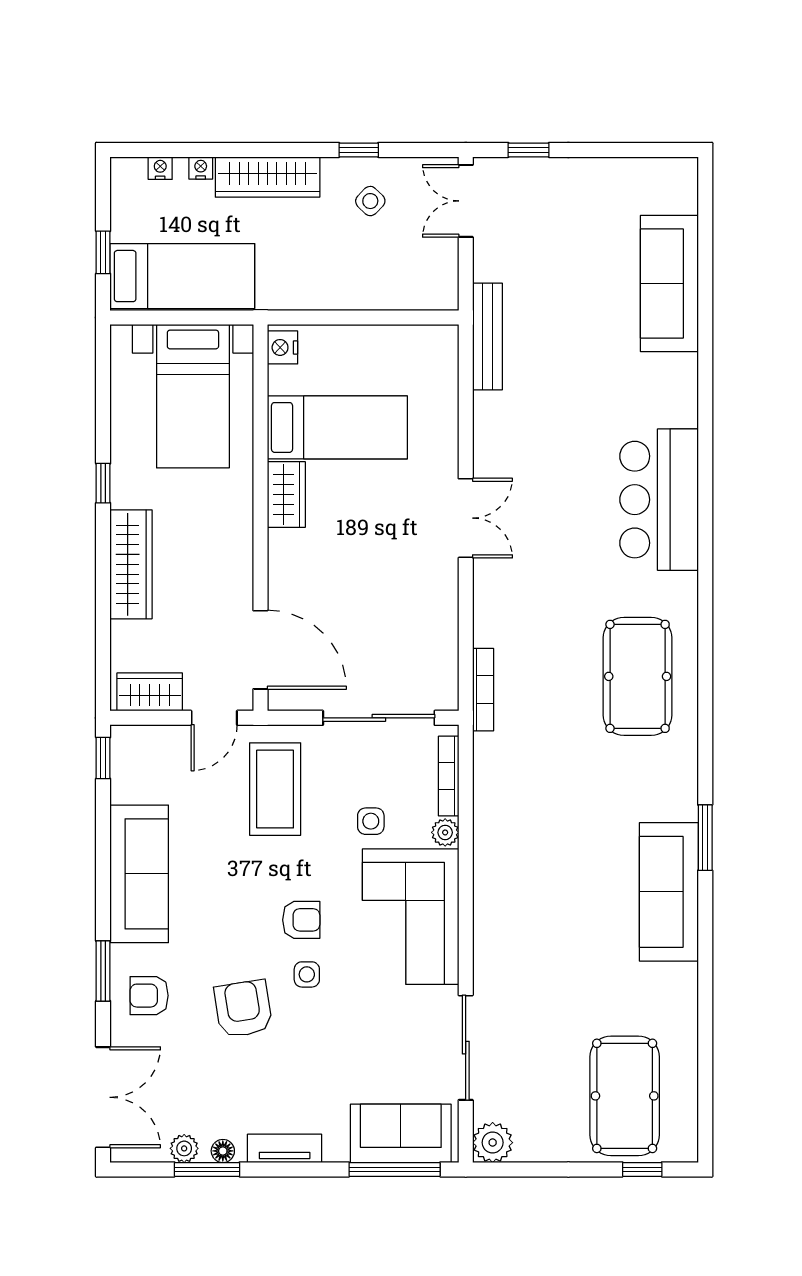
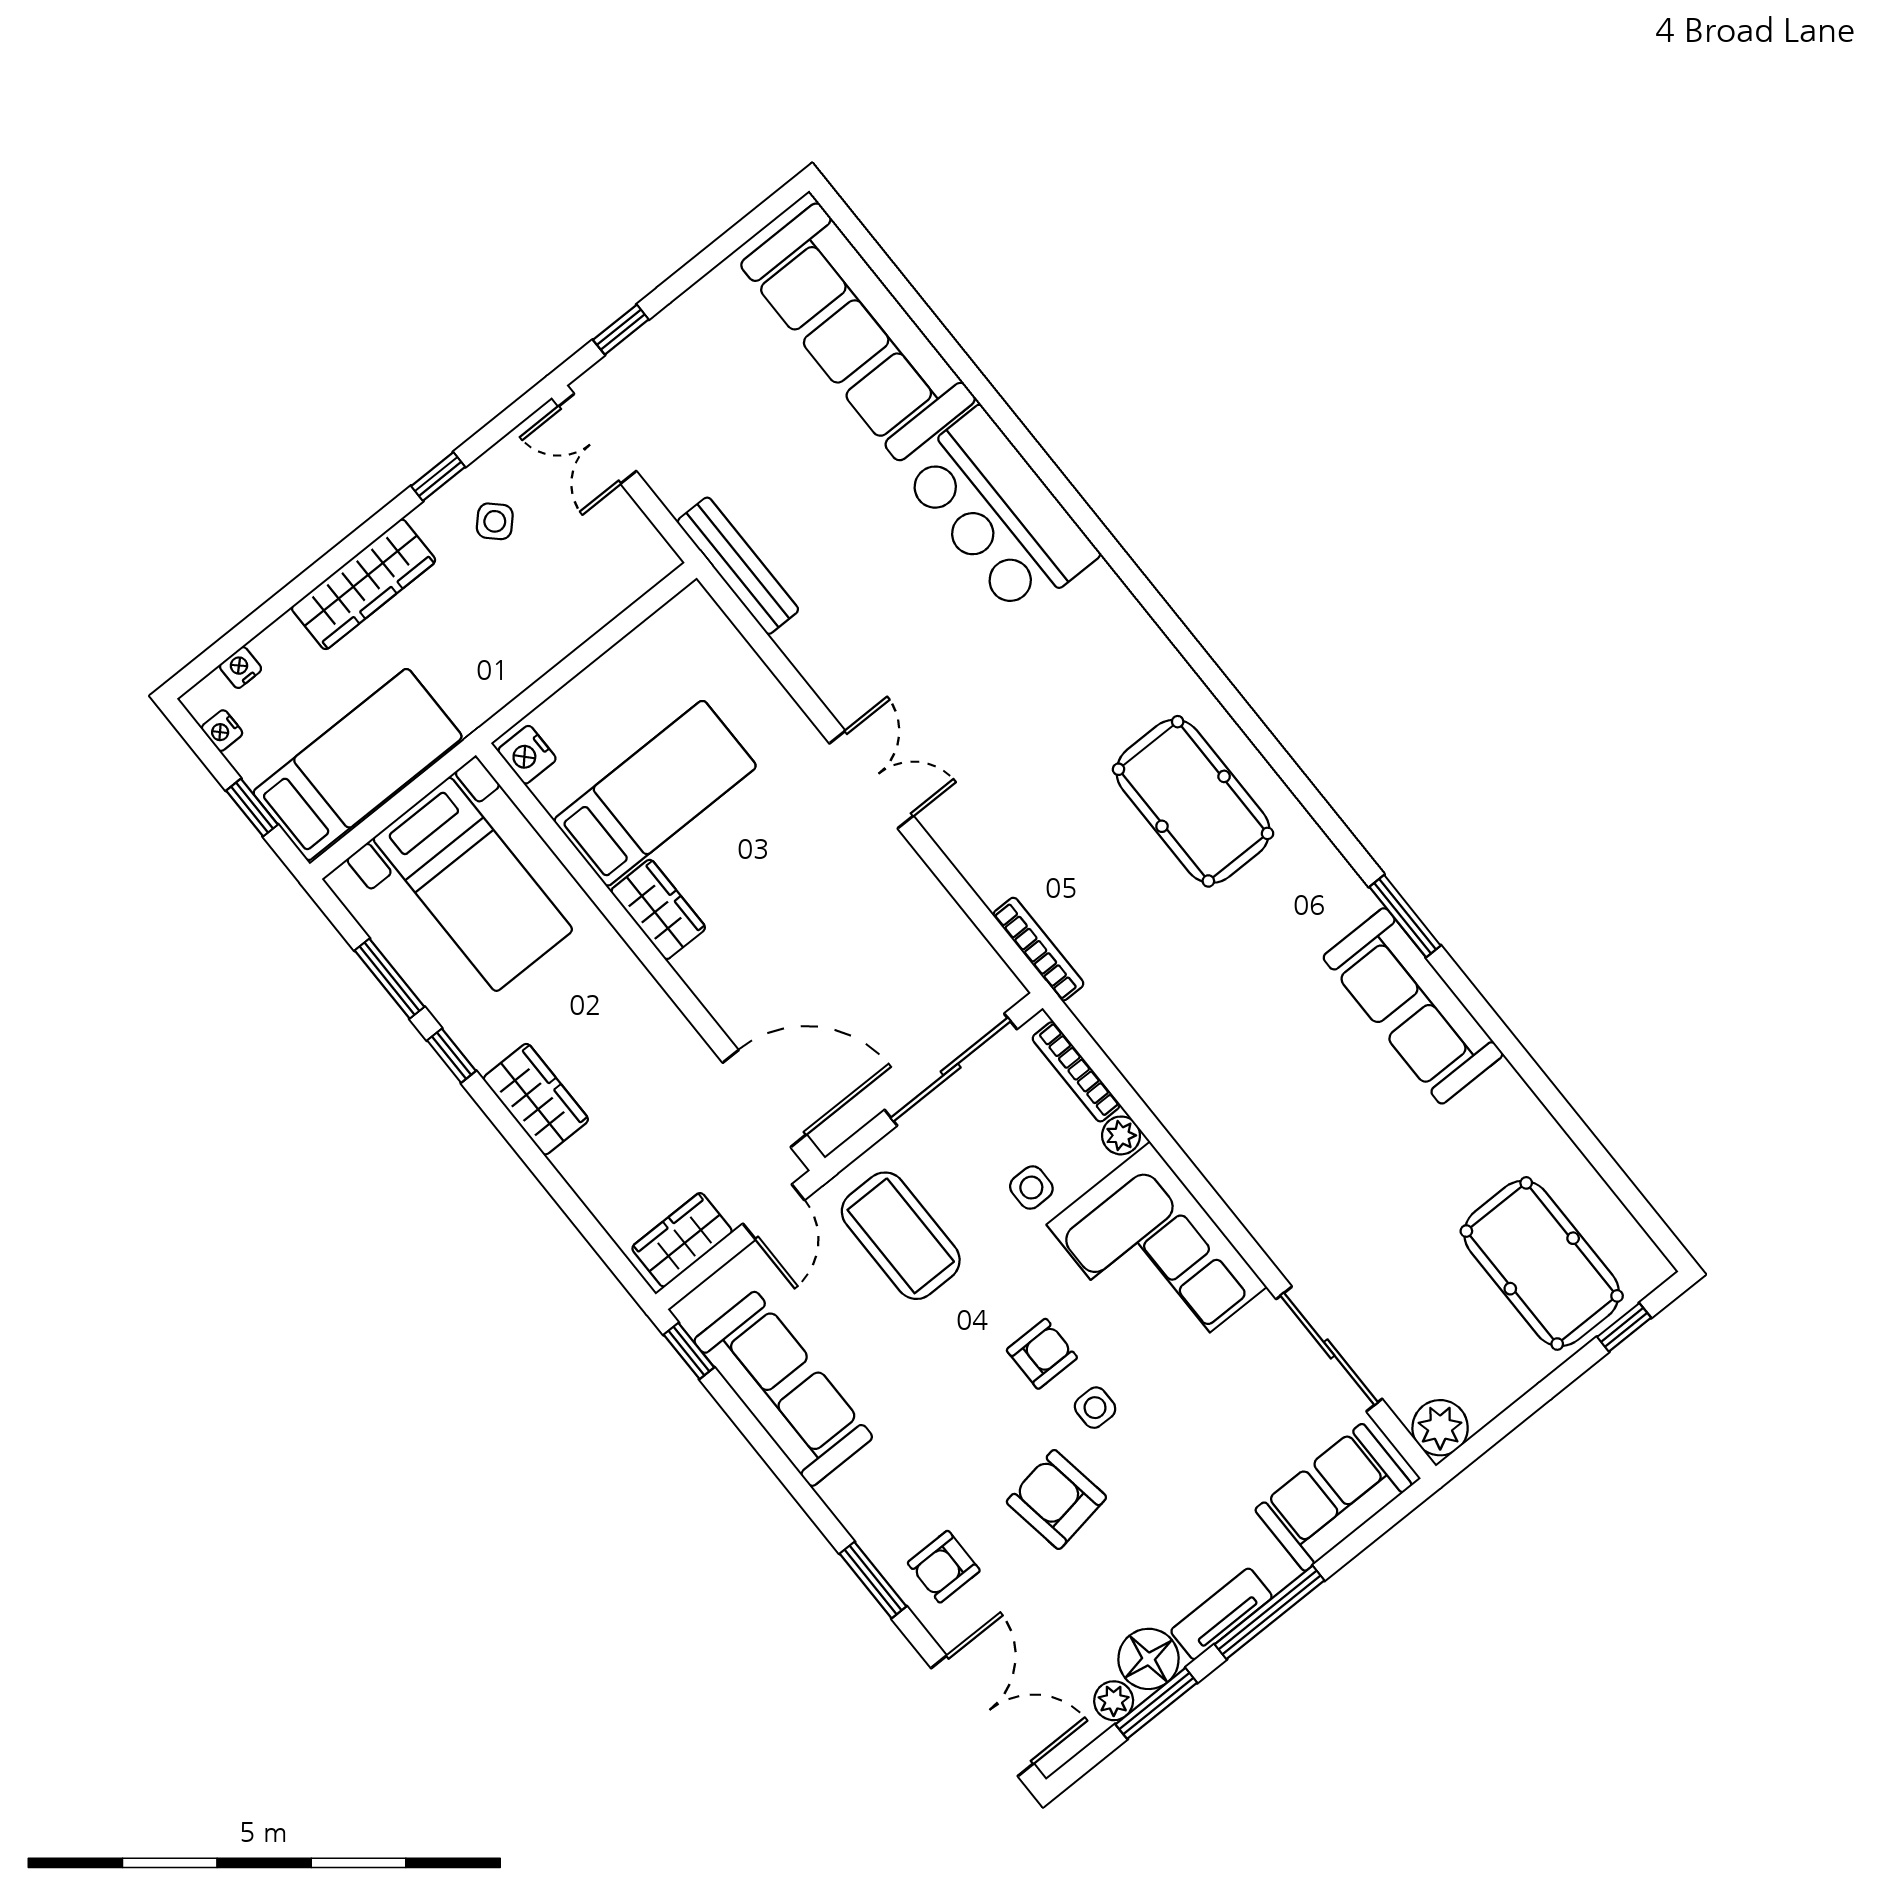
nightstand: (201, 168) -> (222, 731), moved, turned -90
sofa: (669, 284) -> (858, 332), width x1.36, depth x1.27
window: (103, 412) -> (390, 979), added
bar counter: (659, 500) -> (999, 513), moved
wardrobe: (131, 564) -> (536, 1099), width x0.67
sofa: (139, 874) -> (783, 1389), moved
floor lamp: (223, 1151) -> (1148, 1659), width x1.89, depth x1.89
window: (395, 1169) -> (1270, 1612), moved

